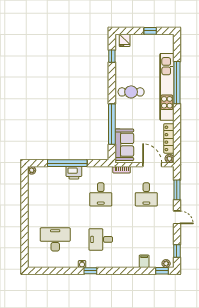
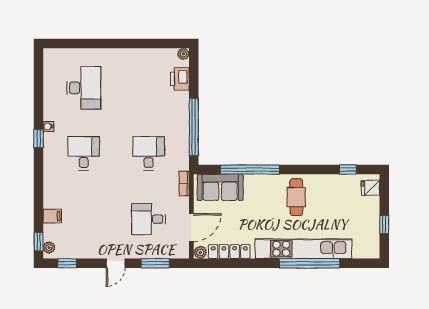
window: (67, 163) -> (194, 127), moved
printer: (74, 173) -> (180, 79), moved
desk: (101, 194) -> (149, 153), turned 90

